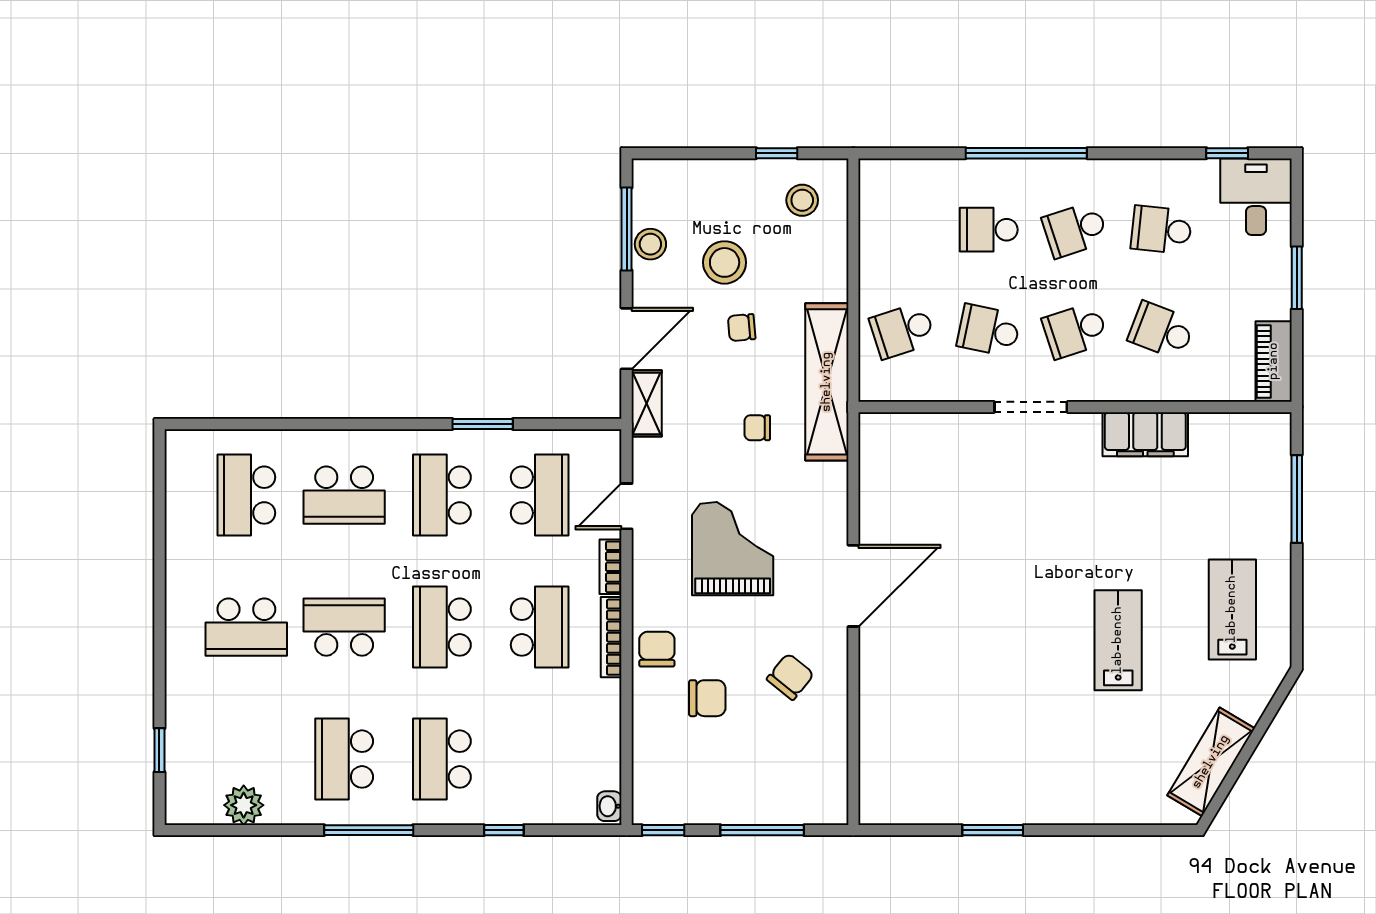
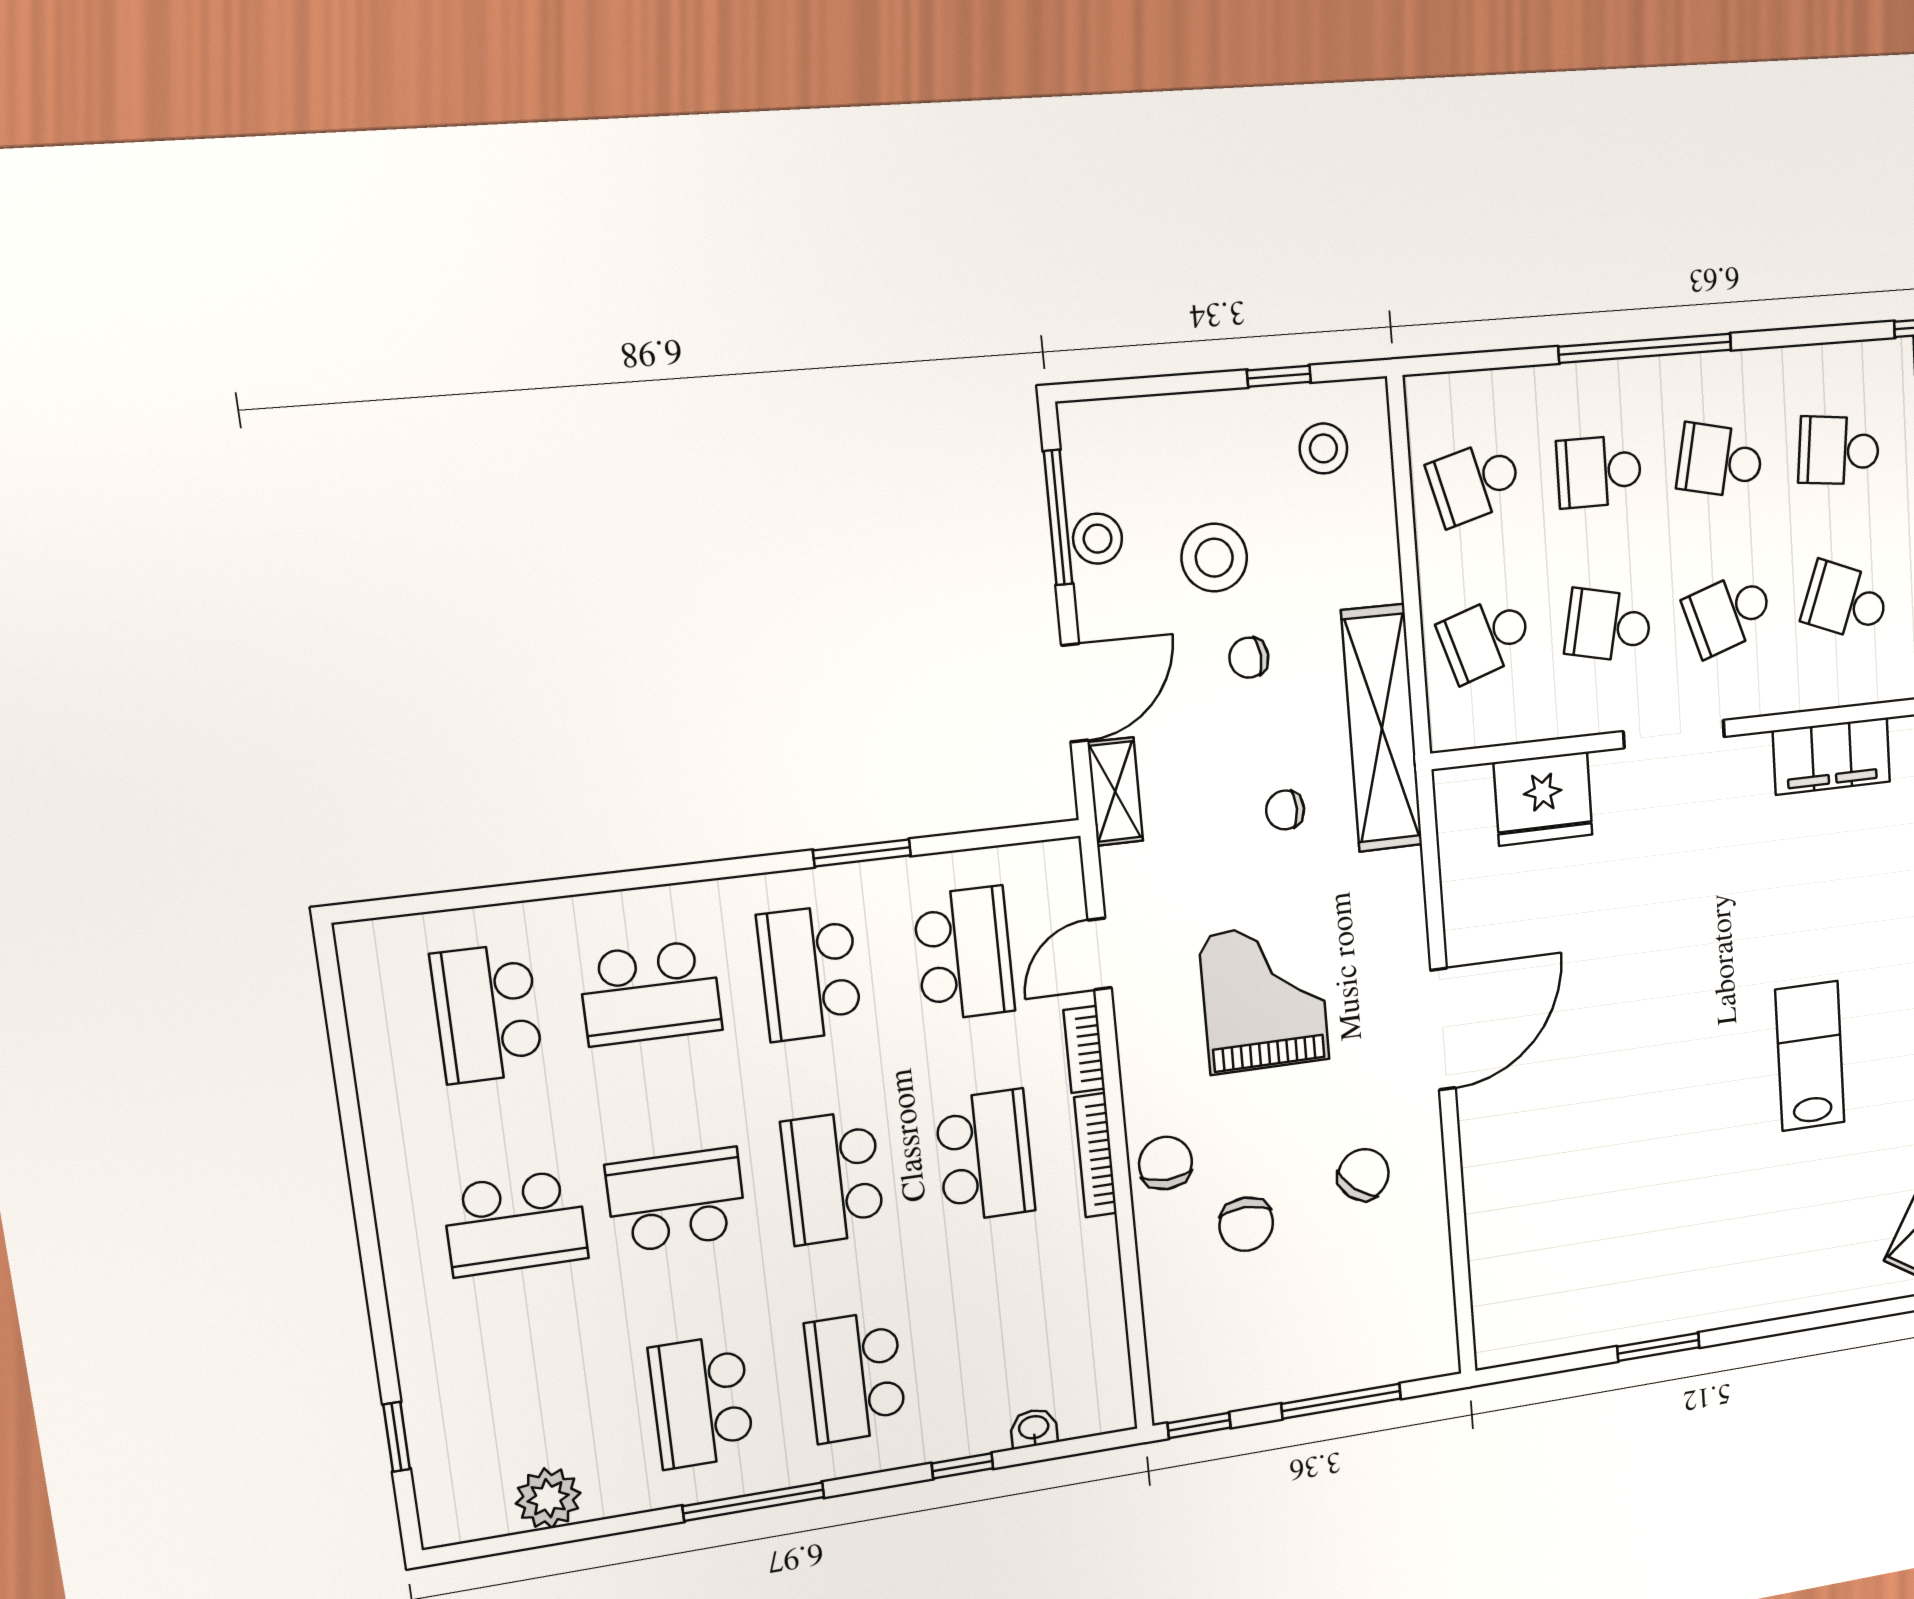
school desk: (902, 230) -> (1475, 482), added
school desk: (1075, 230) -> (1720, 461), turned 30
fridge: (935, 440) -> (1543, 799), added
chair: (707, 698) -> (1246, 1224), turned 90
washbasin: (609, 806) -> (1034, 1428), moved, turned 90

